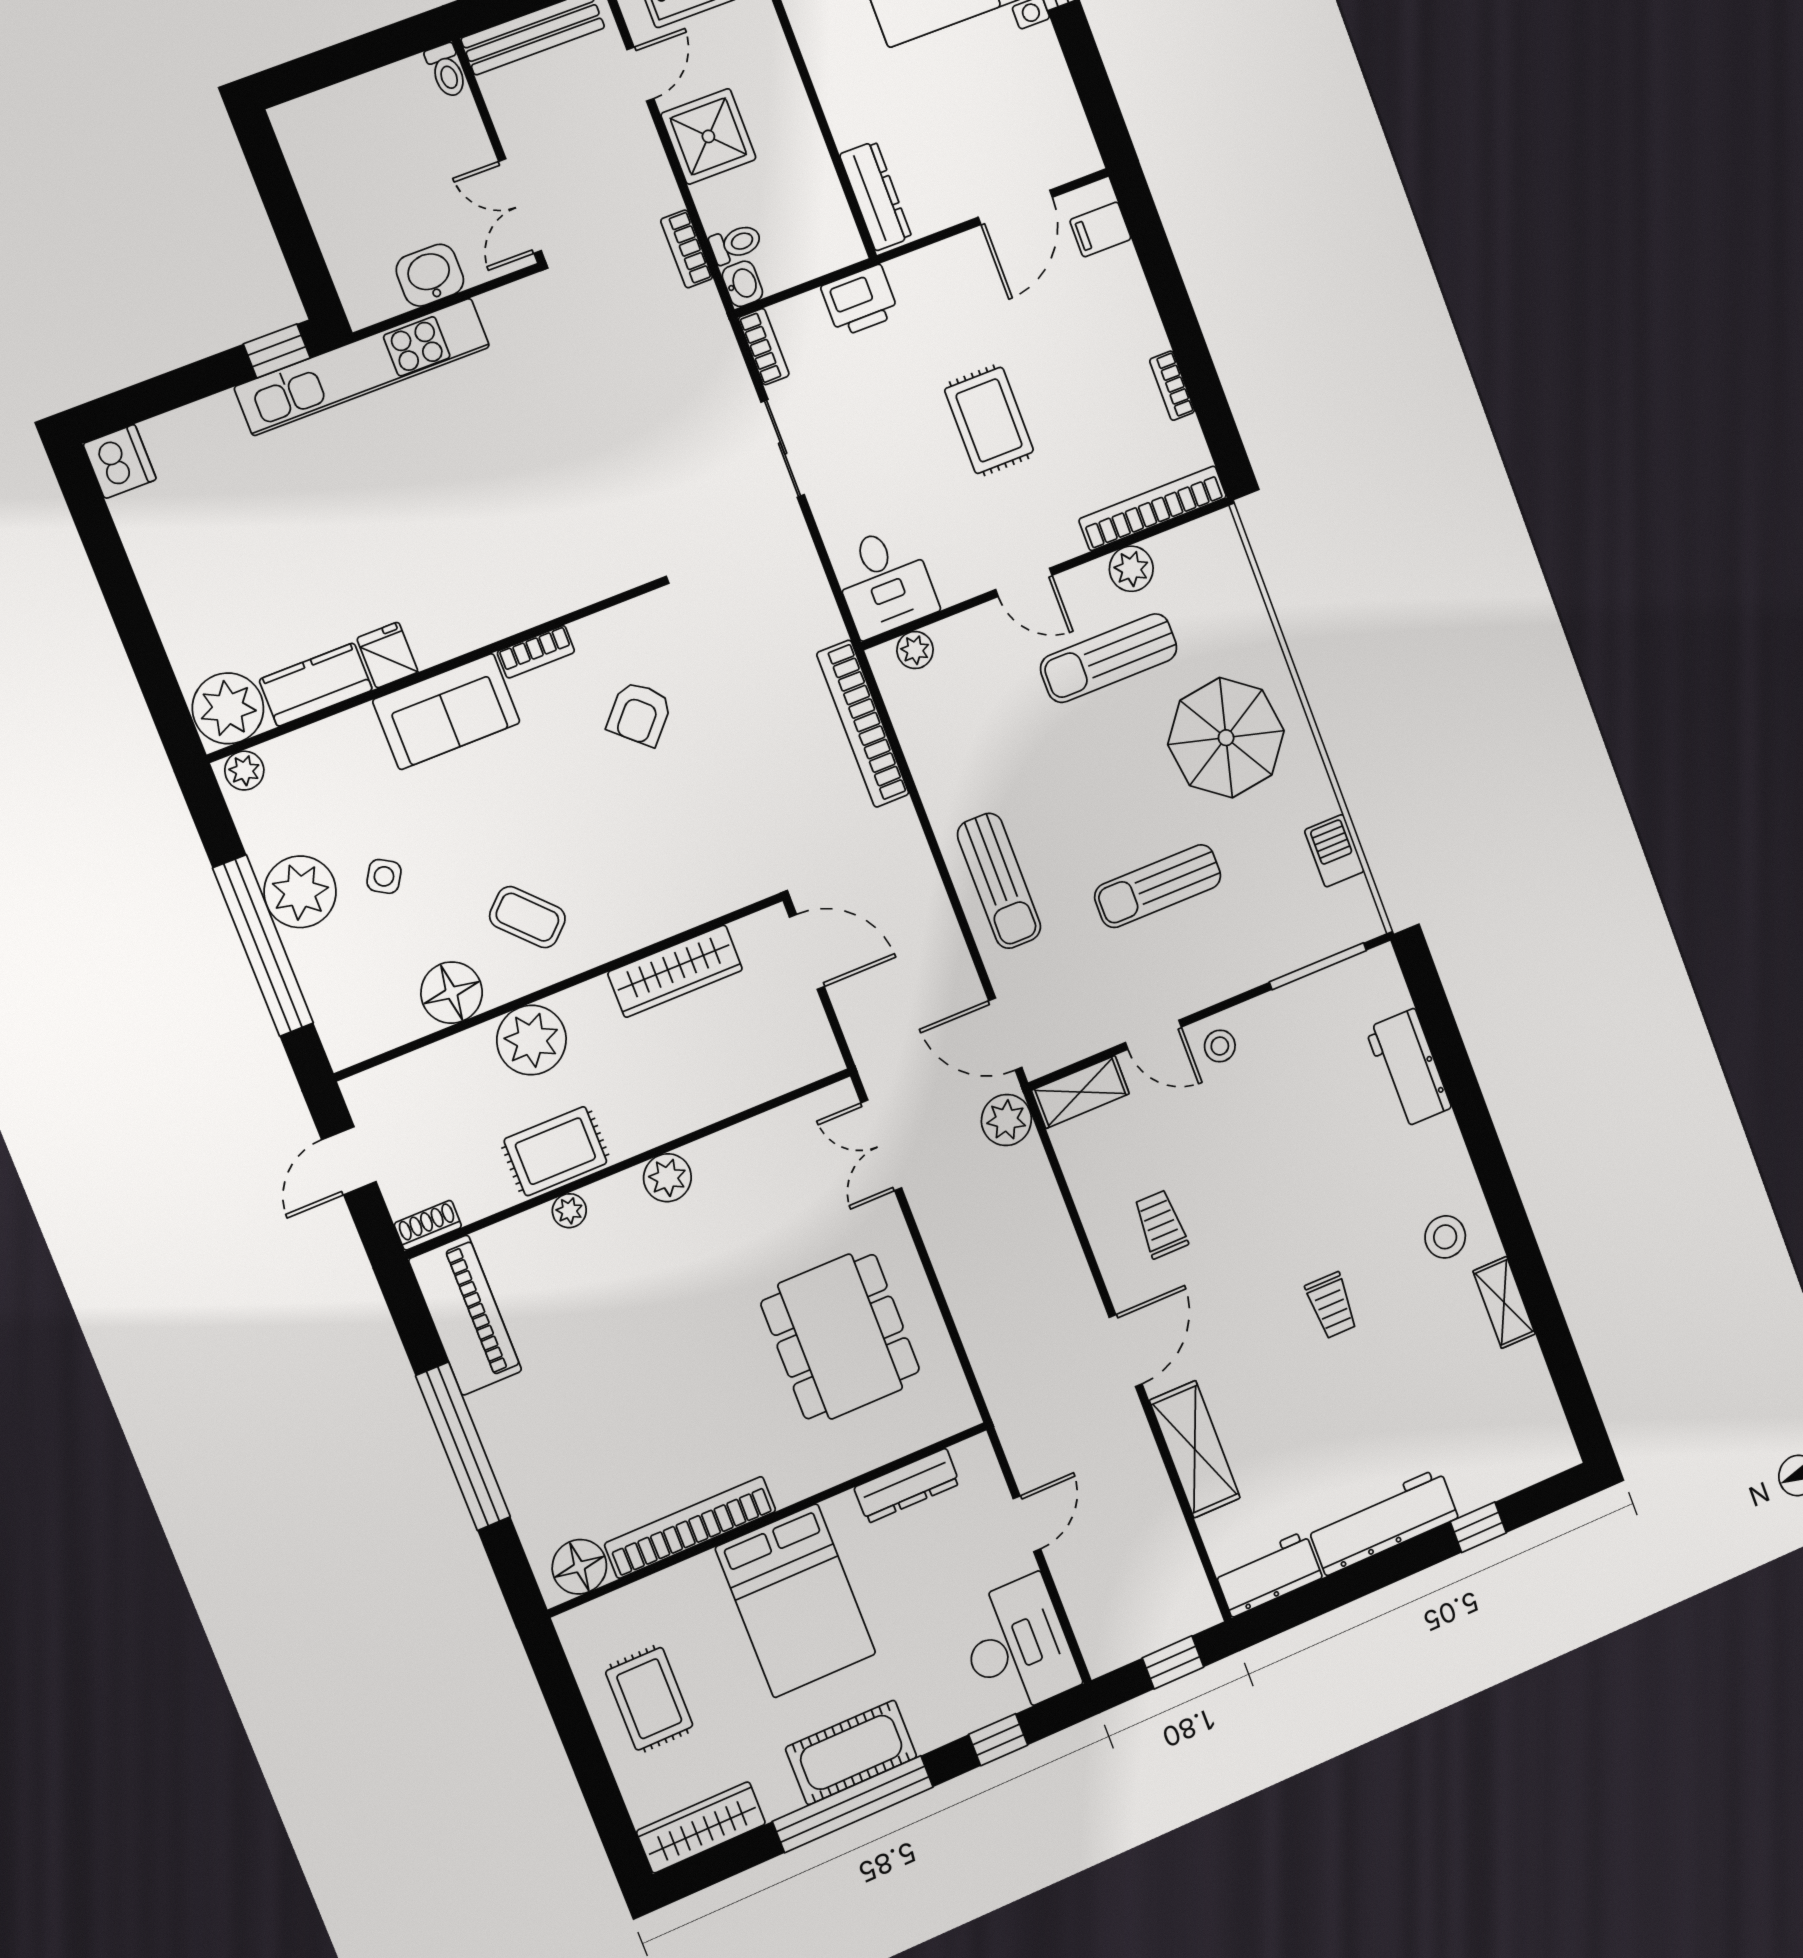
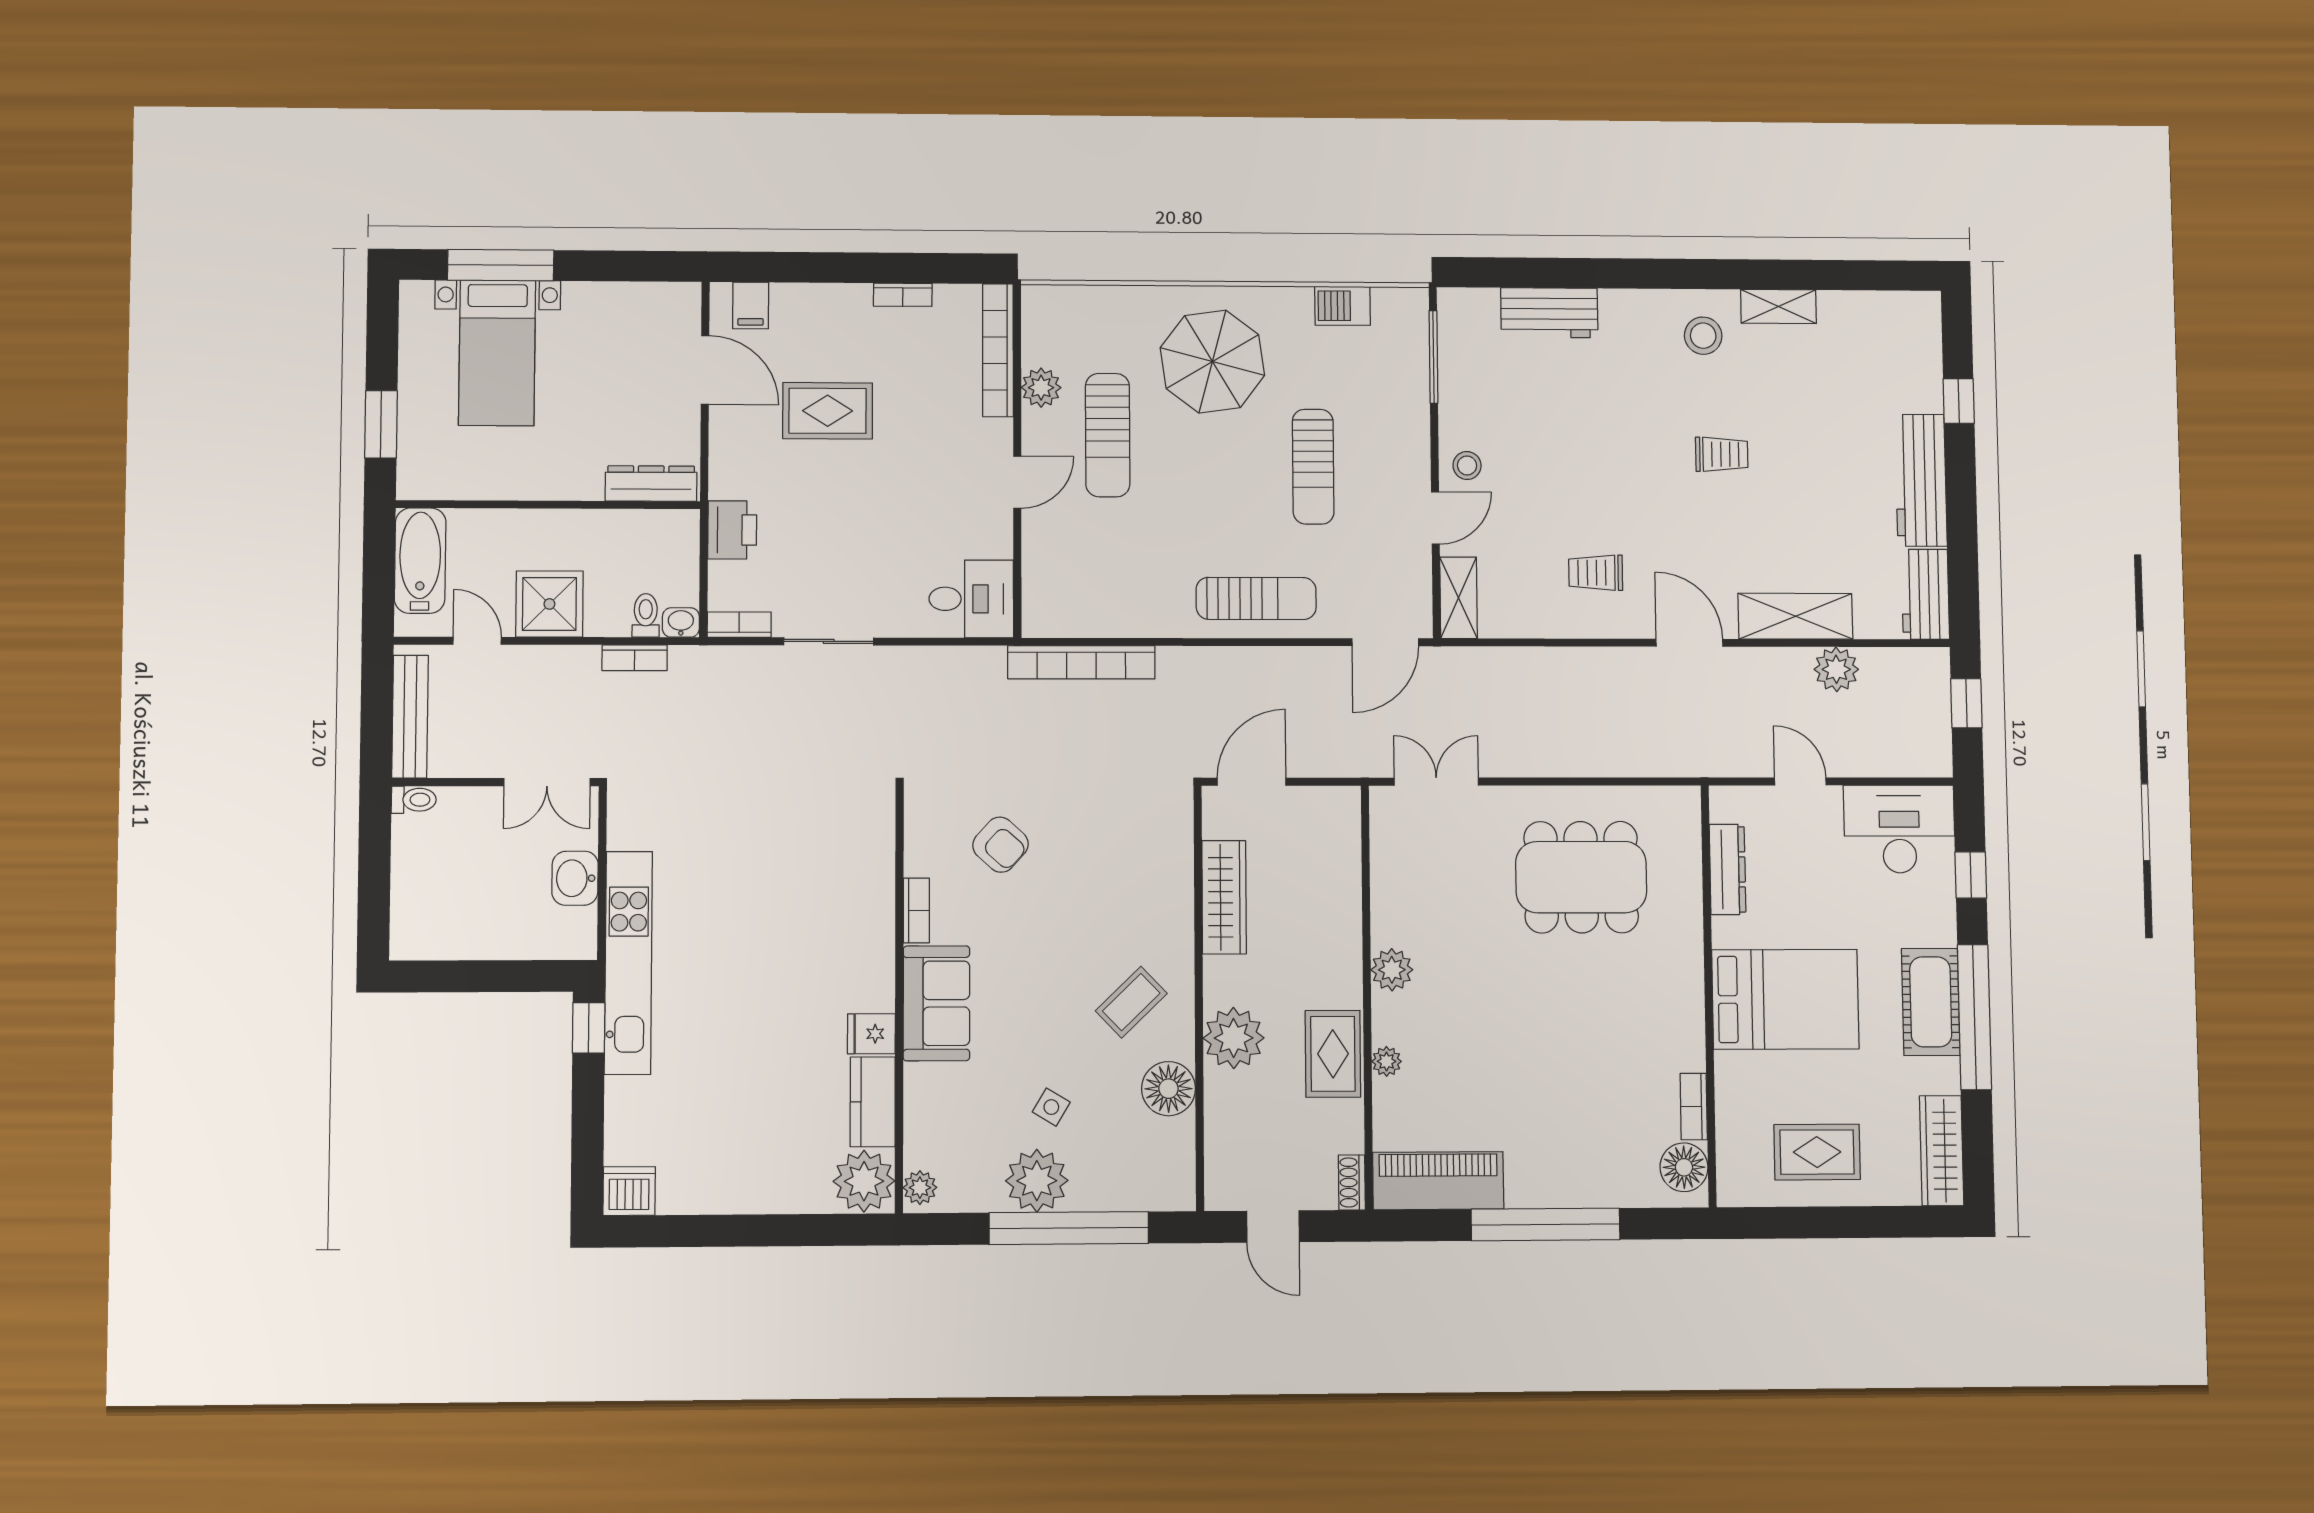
rug: (989, 420) -> (828, 411), moved
plant: (915, 650) -> (1038, 595), removed
plant: (1006, 1120) -> (1836, 669), moved
double door: (881, 1145) -> (1436, 782), swing flipped
bookcase: (690, 1527) -> (1694, 1106), width x0.43, depth x0.76

